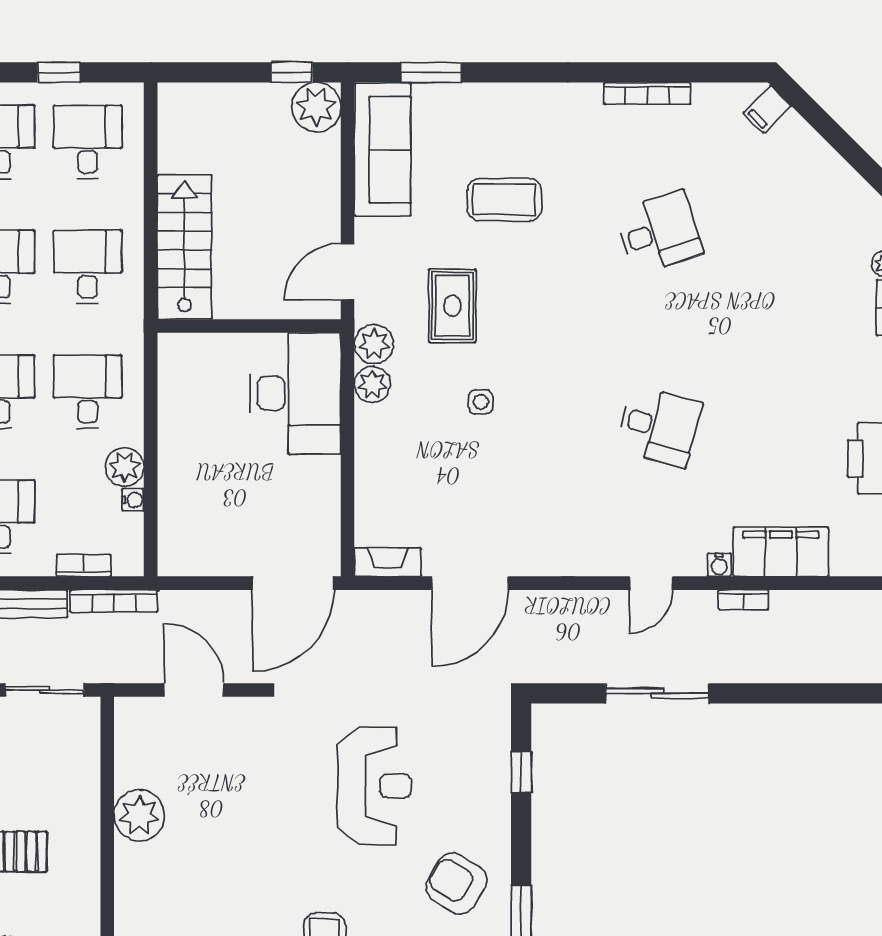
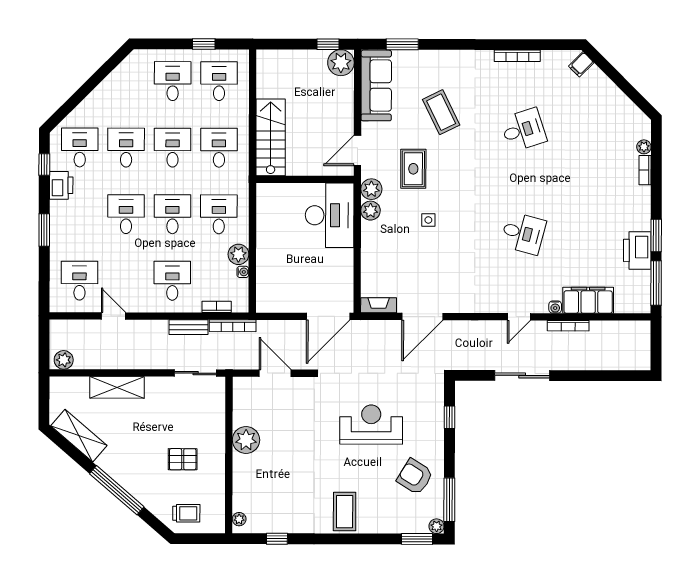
coffee table: (504, 200) -> (441, 112), turned 64
bookcase: (743, 600) -> (568, 326), width x1.56
reception desk: (374, 786) -> (371, 425), turned -90

